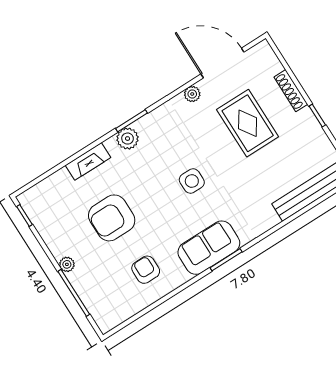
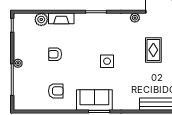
rug: (248, 123) -> (153, 50), width x0.73, depth x0.70
plant: (128, 139) -> (41, 19), moved
armchair: (112, 218) -> (55, 54), width x0.53, depth x0.53
armchair: (146, 270) -> (56, 91), turned 90

